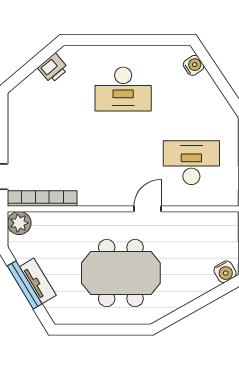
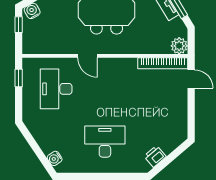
desk: (191, 163) -> (56, 89), turned 90
door: (148, 209) -> (87, 56), hinge flipped

